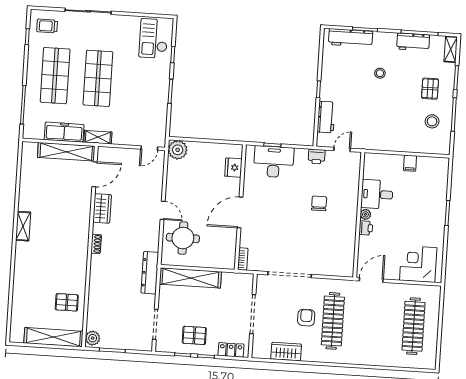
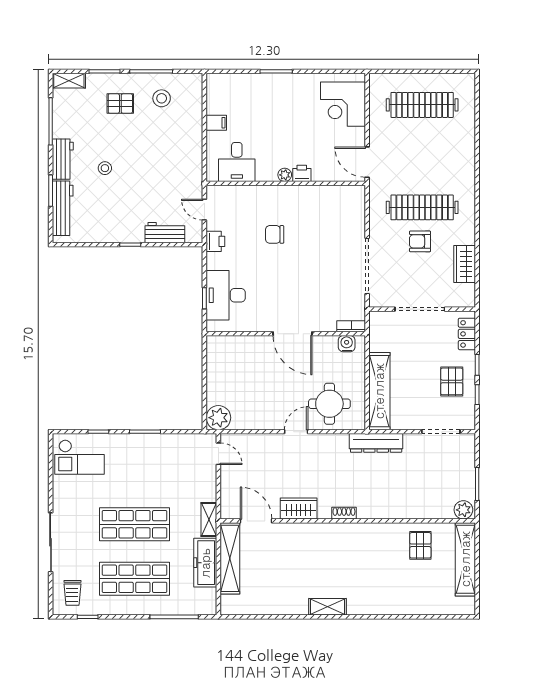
workbench: (413, 42) -> (63, 159), moved
fridge: (233, 168) -> (236, 346), removed
desk: (377, 194) -> (237, 162), moved
water cooler: (229, 255) -> (347, 344), added

